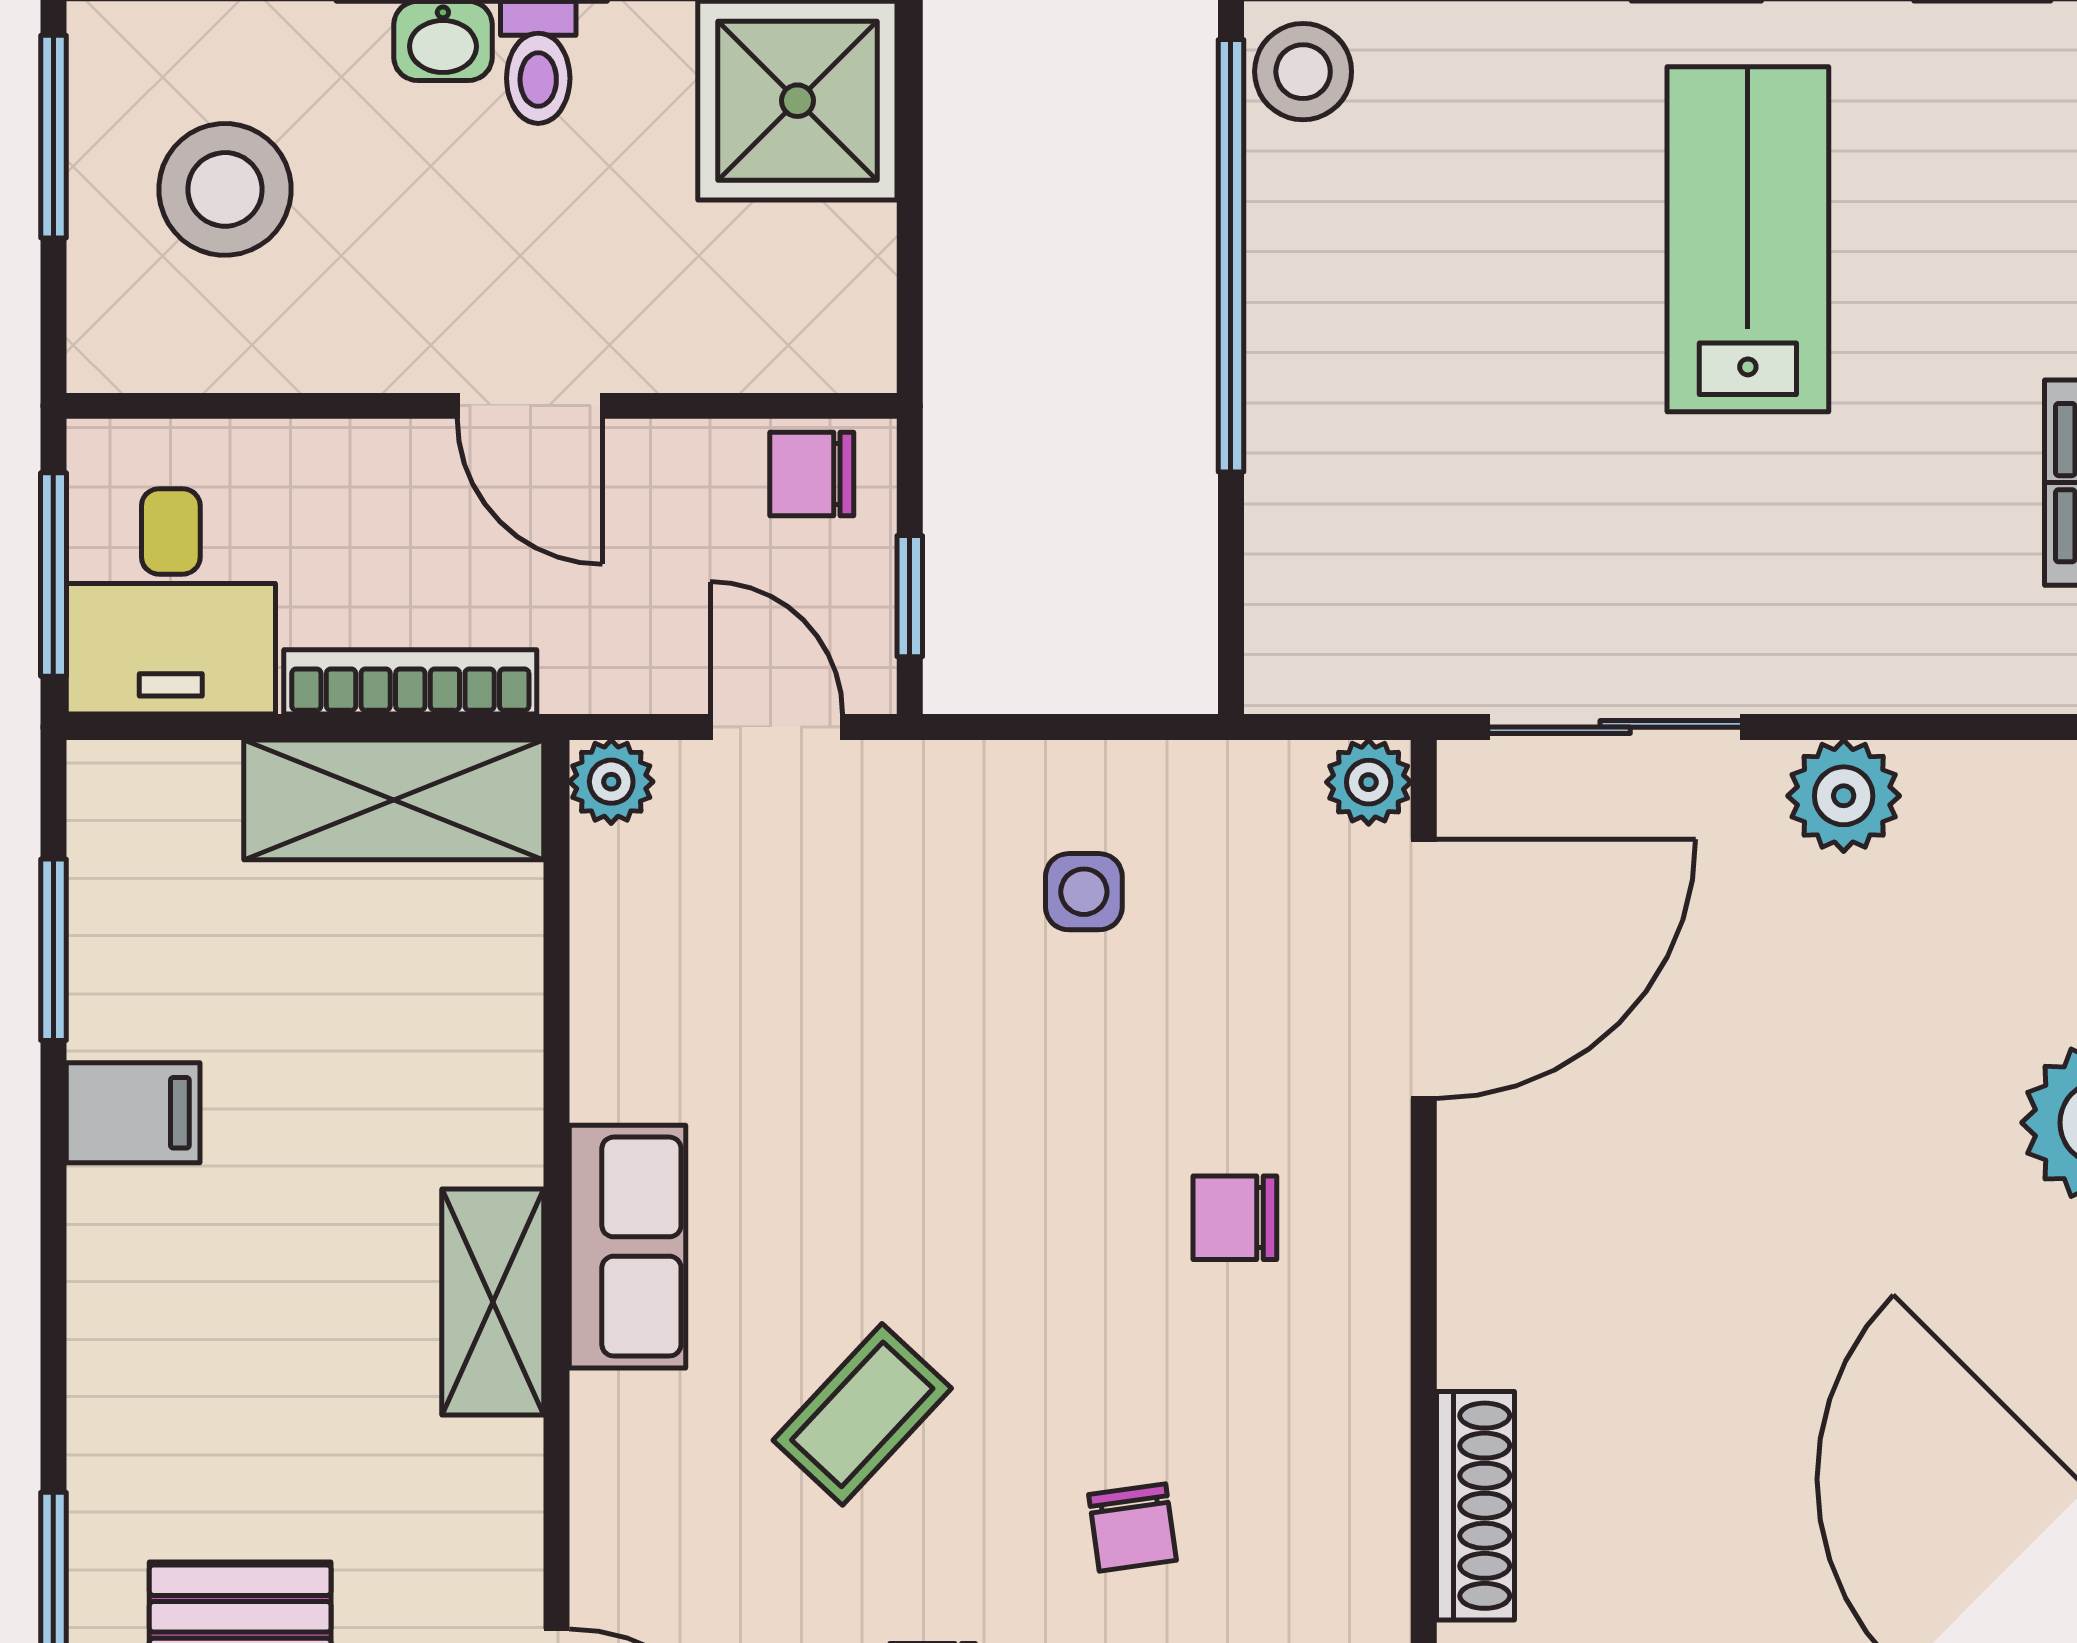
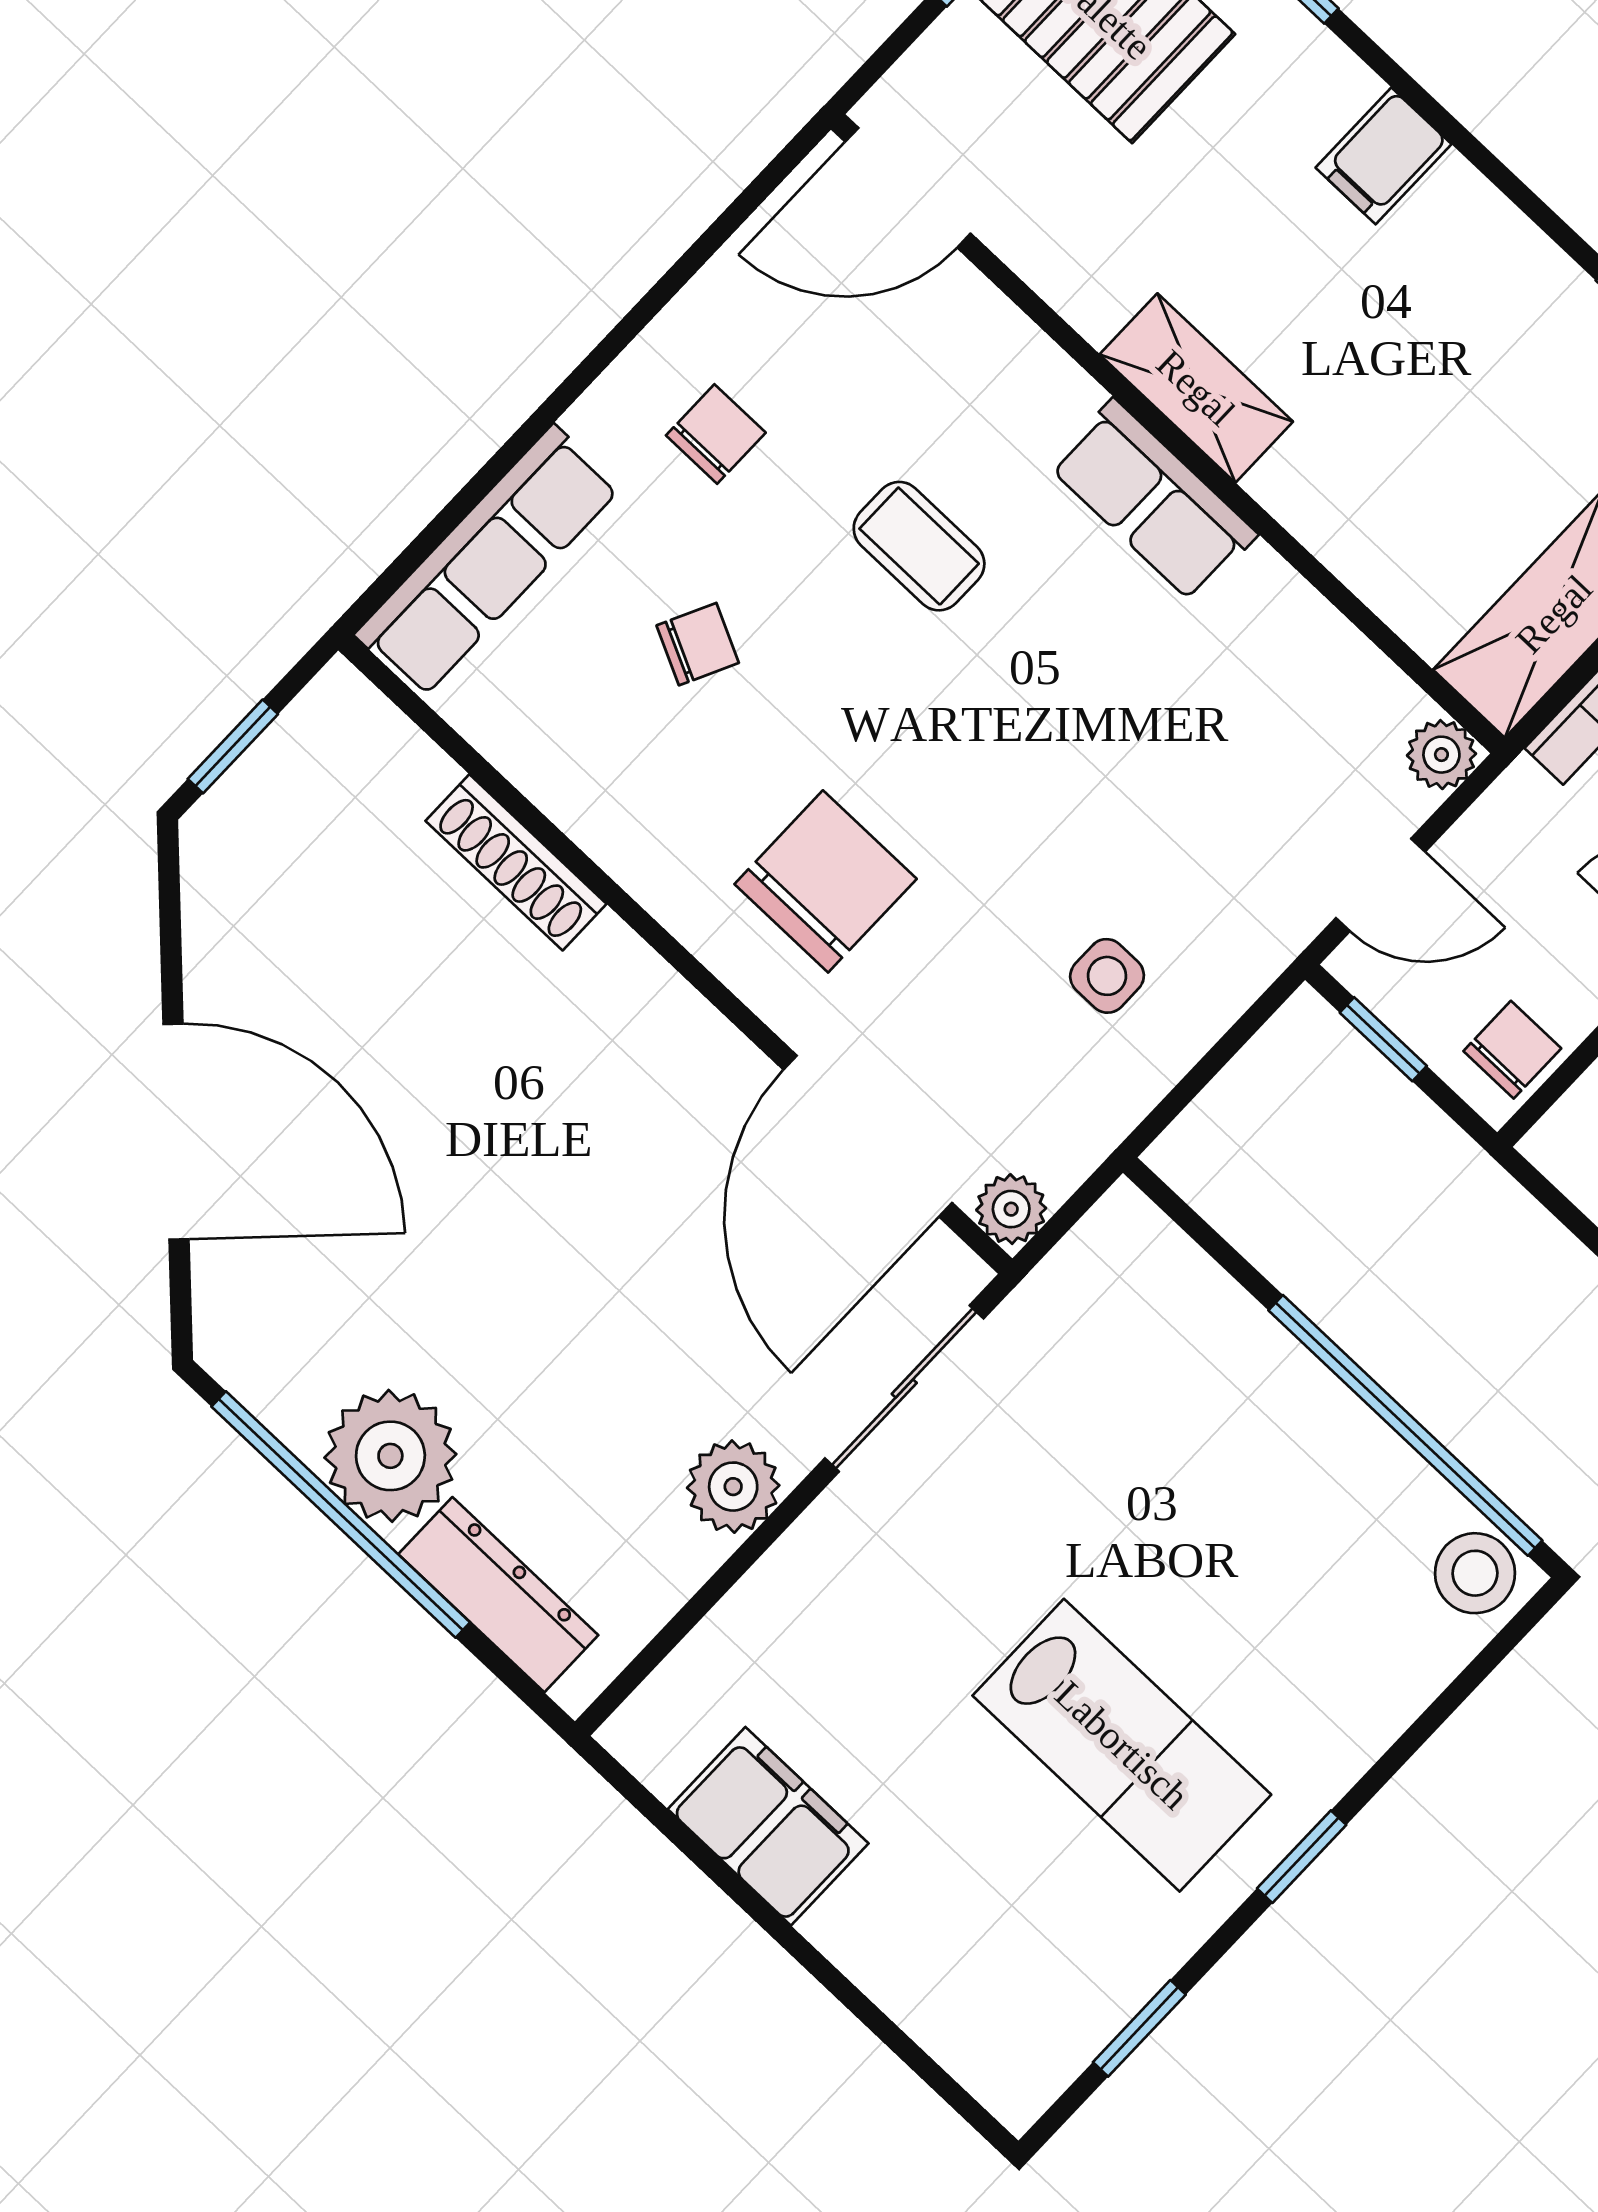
filing cabinet: (133, 1113) -> (1383, 156), moved
chair: (1235, 1218) -> (826, 881), width x1.87, depth x1.87
coffee table: (862, 1414) -> (919, 546), turned -43
chair: (1132, 1527) -> (698, 644), turned 124

